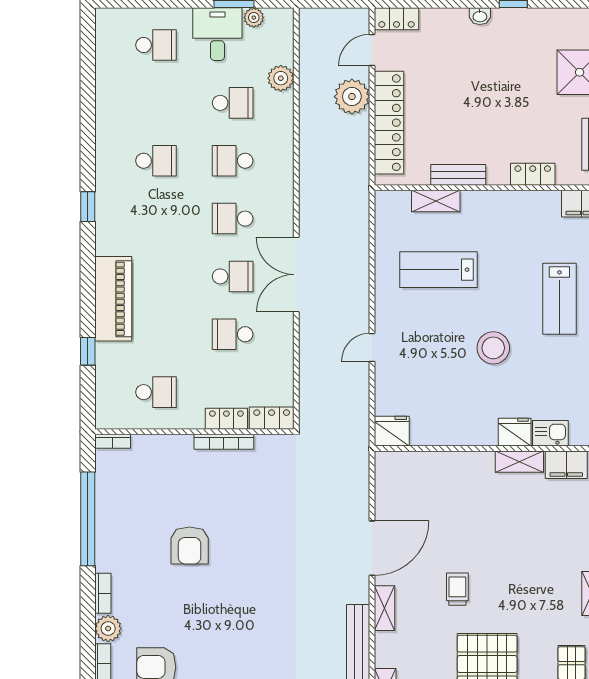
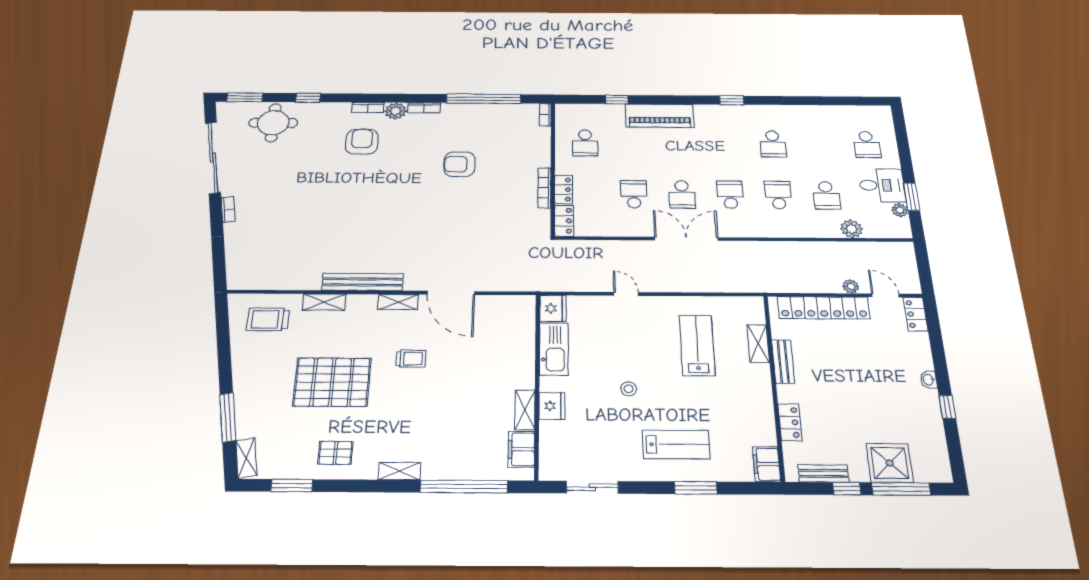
plant: (352, 97) -> (851, 286), width x0.53, depth x0.53
lab bench: (559, 299) -> (676, 444), turned 180
stool: (493, 348) -> (629, 389), width x0.53, depth x0.53
kitchen sink: (550, 433) -> (554, 349), moved, width x1.88, depth x1.24

